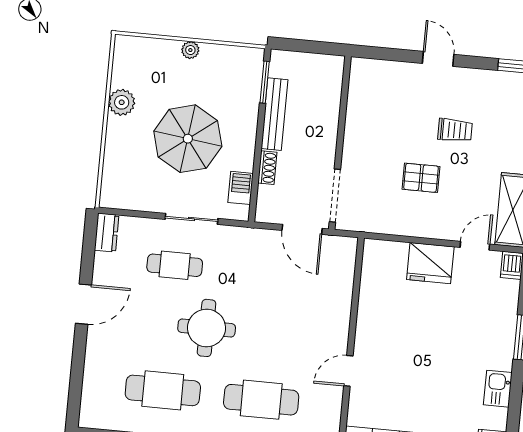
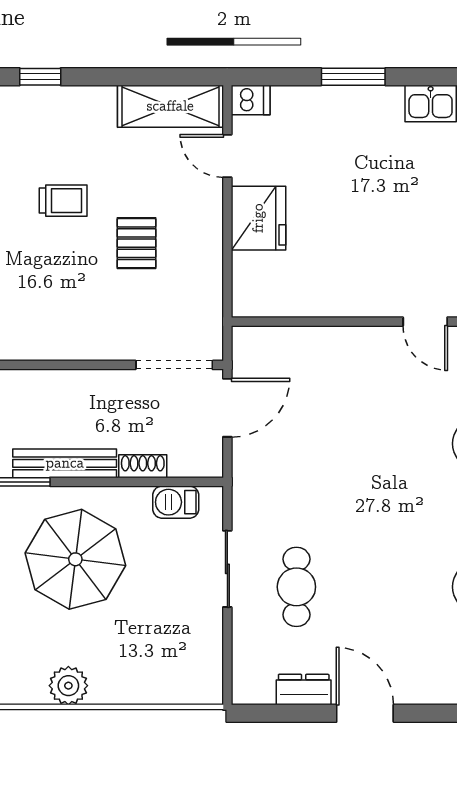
trolley: (455, 130) -> (63, 201), turned 90
parasol: (188, 139) -> (75, 559), moved
dresser: (107, 233) -> (304, 690), moved
round table: (207, 328) -> (383, 532), removed

